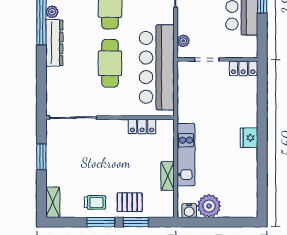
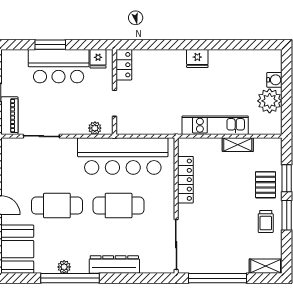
dresser: (54, 43) -> (114, 264), moved
fridge: (249, 44) -> (98, 59), added
locker: (142, 126) -> (185, 180), width x1.53
window: (41, 157) -> (218, 278), width x2.11
trolley: (95, 202) -> (266, 221), turned 180
water cooler: (189, 211) -> (274, 80), moved

